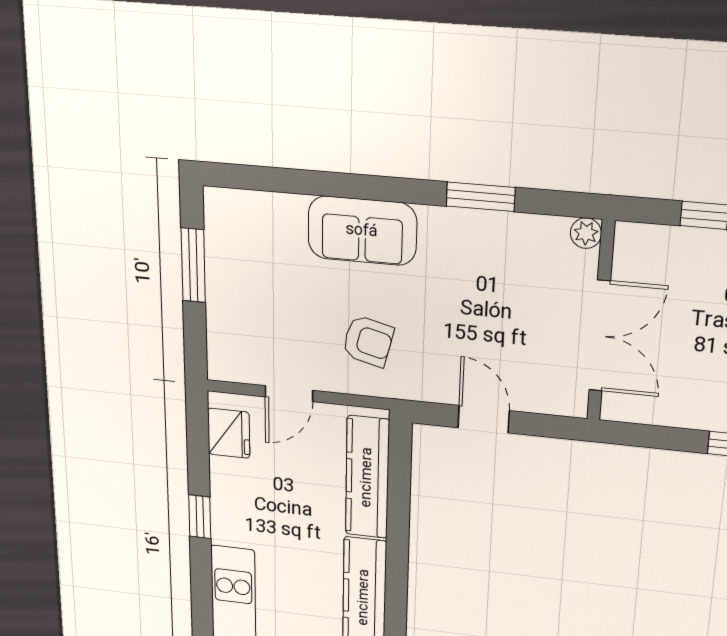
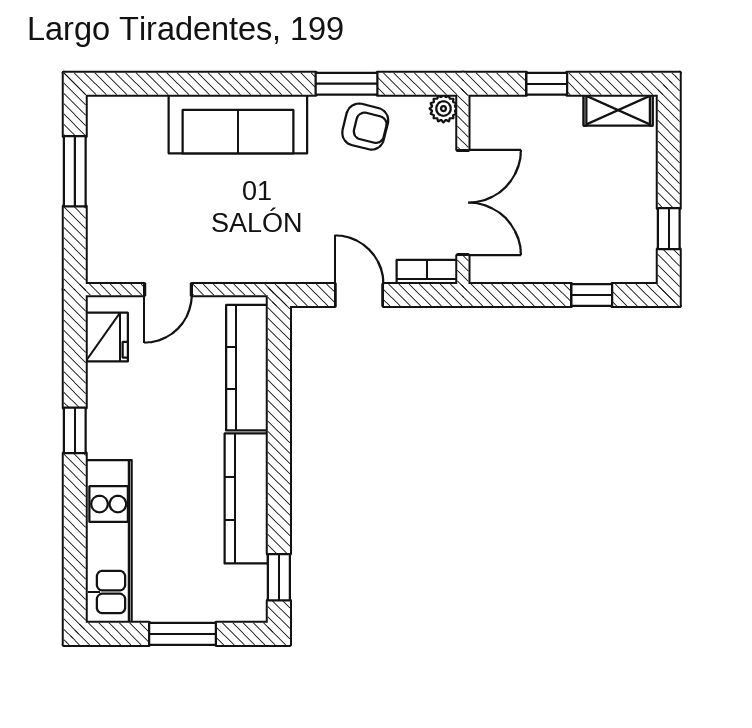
sofa: (362, 231) -> (238, 124), width x1.36
armchair: (368, 341) -> (365, 127), moved
bookcase: (556, 403) -> (427, 272), added

